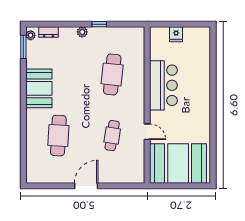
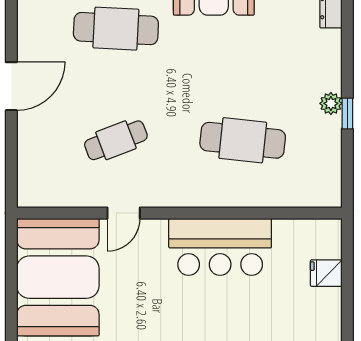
plant: (82, 32) -> (331, 103), moved
cafe table: (112, 136) -> (116, 140), turned -30
door: (86, 186) -> (11, 86), hinge flipped

